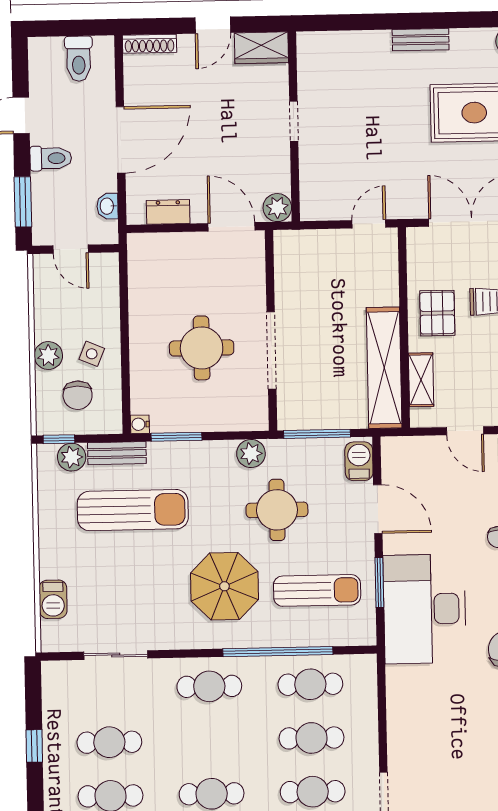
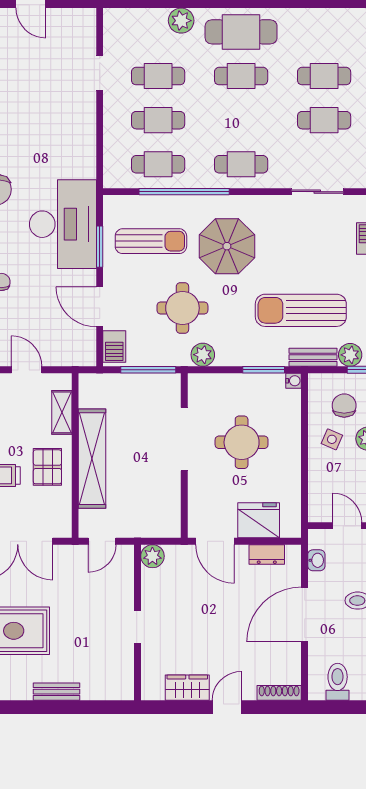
doorway: (294, 121) -> (138, 627), moved
wall: (294, 126) -> (138, 622), moved
plant: (277, 208) -> (152, 556), moved
fridge: (179, 253) -> (259, 520), added
shelving: (384, 368) -> (92, 459), moved
sun lounger: (317, 590) -> (151, 241), turned 180

